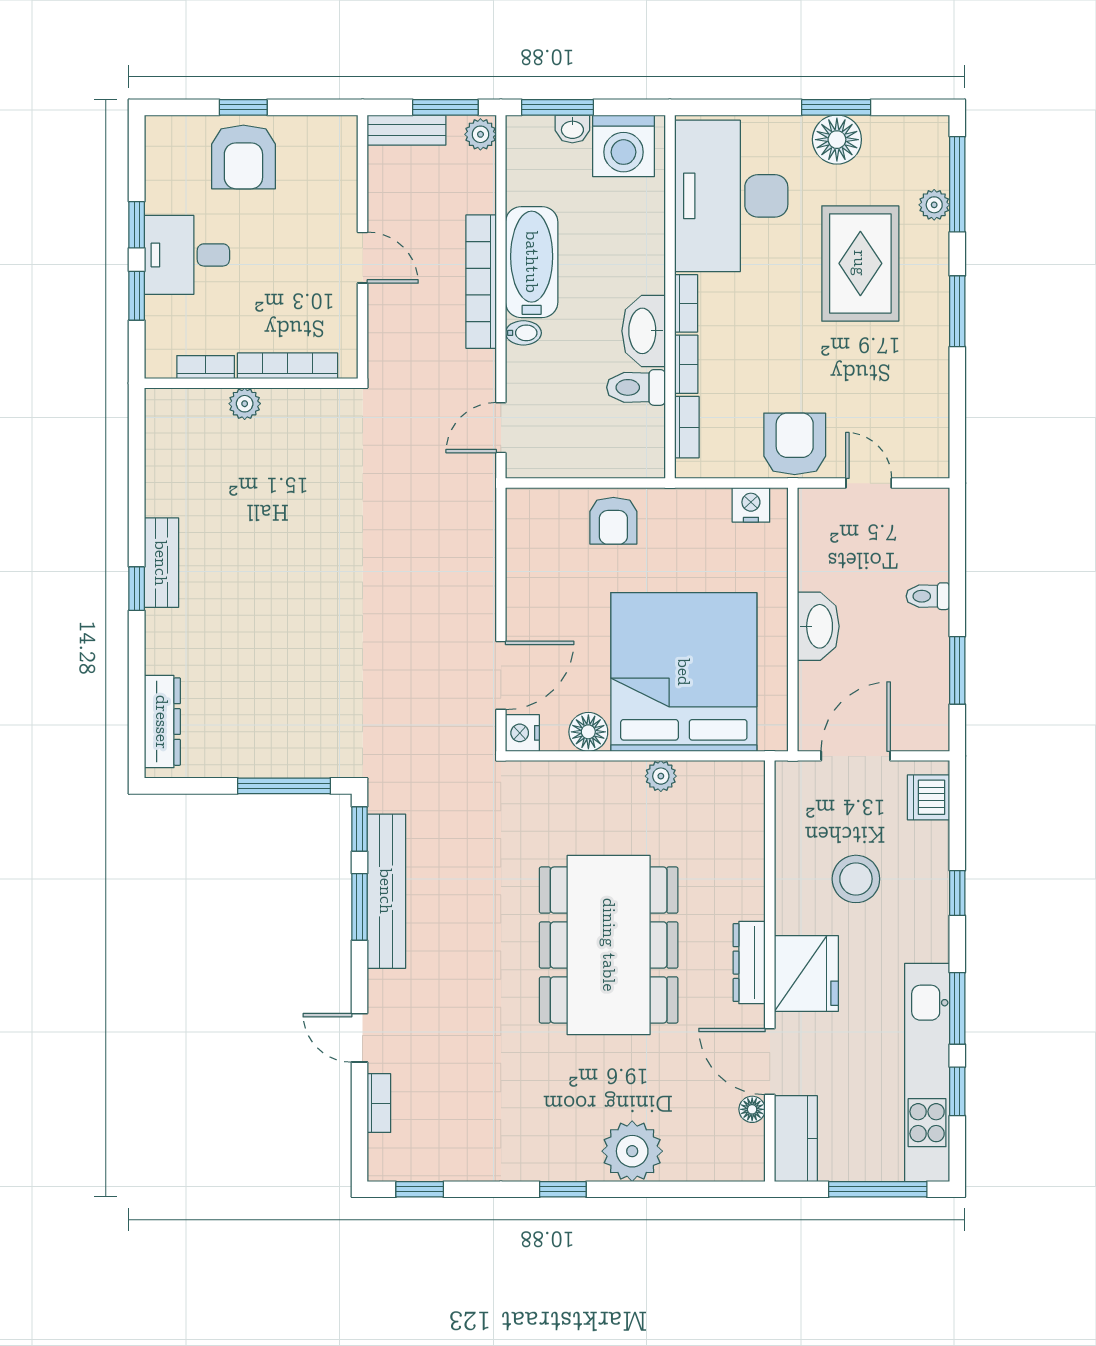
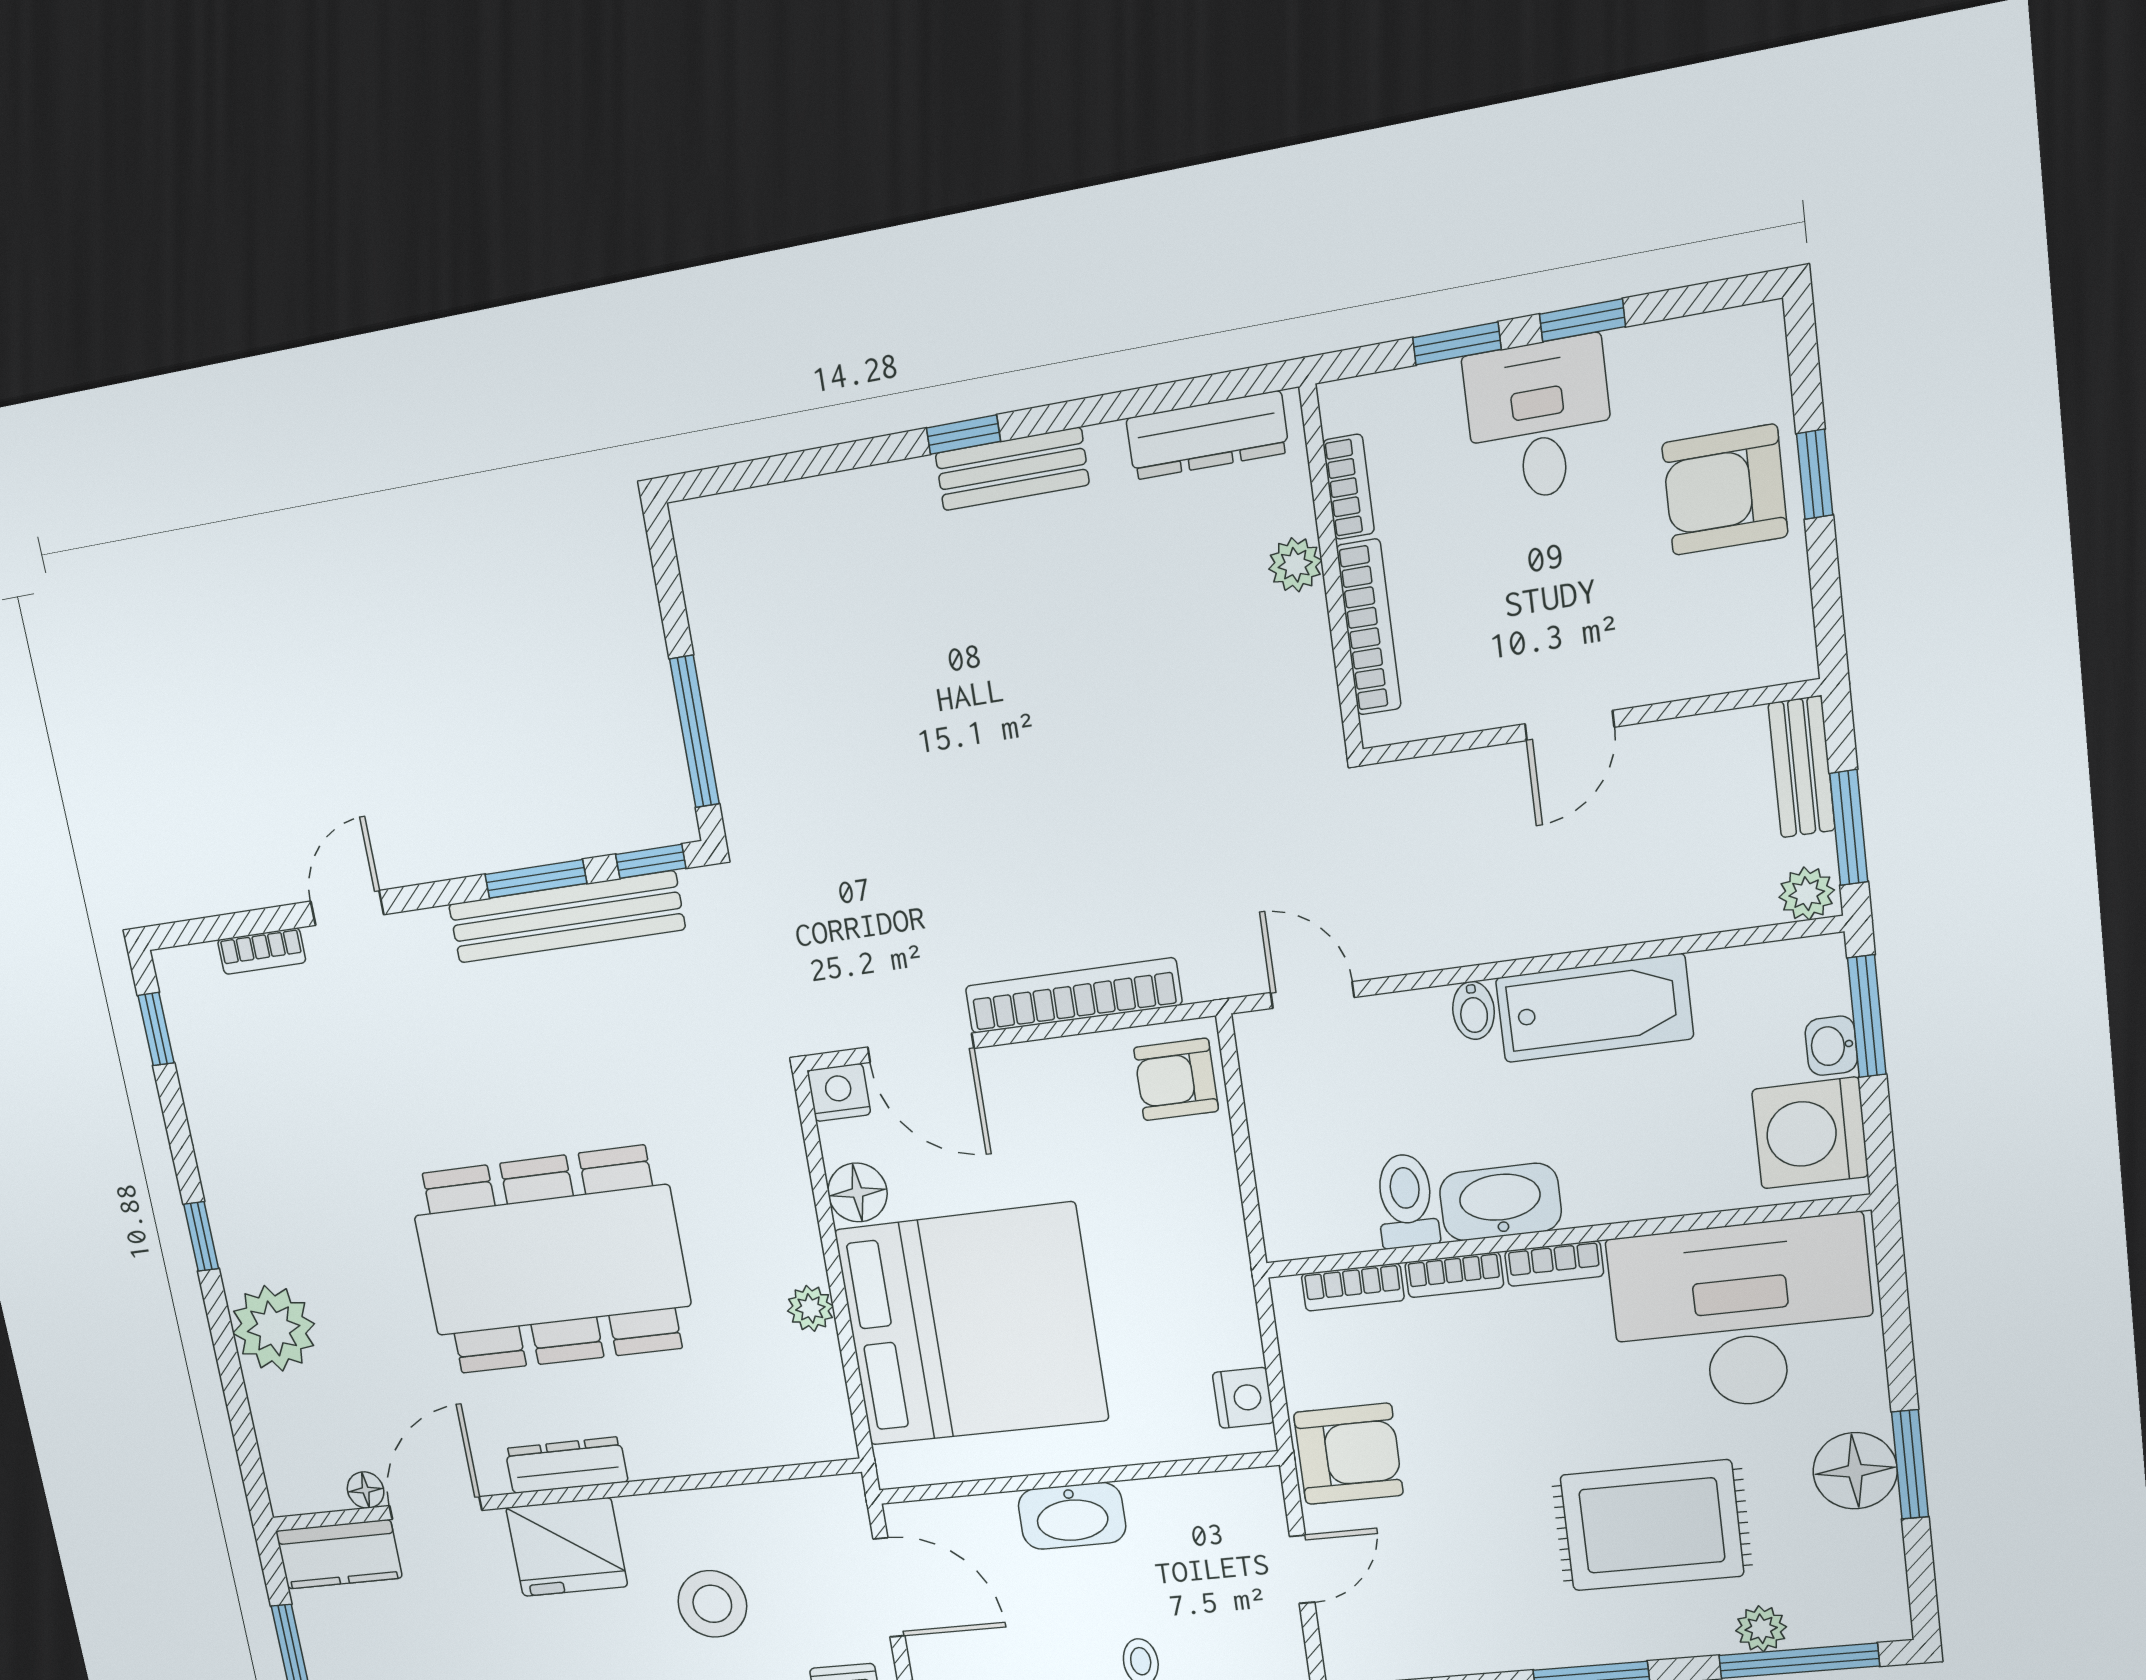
bookcase: (481, 282) -> (1073, 996), moved
armchair: (613, 521) -> (1176, 1079), moved
dresser: (162, 722) -> (1207, 435), moved

